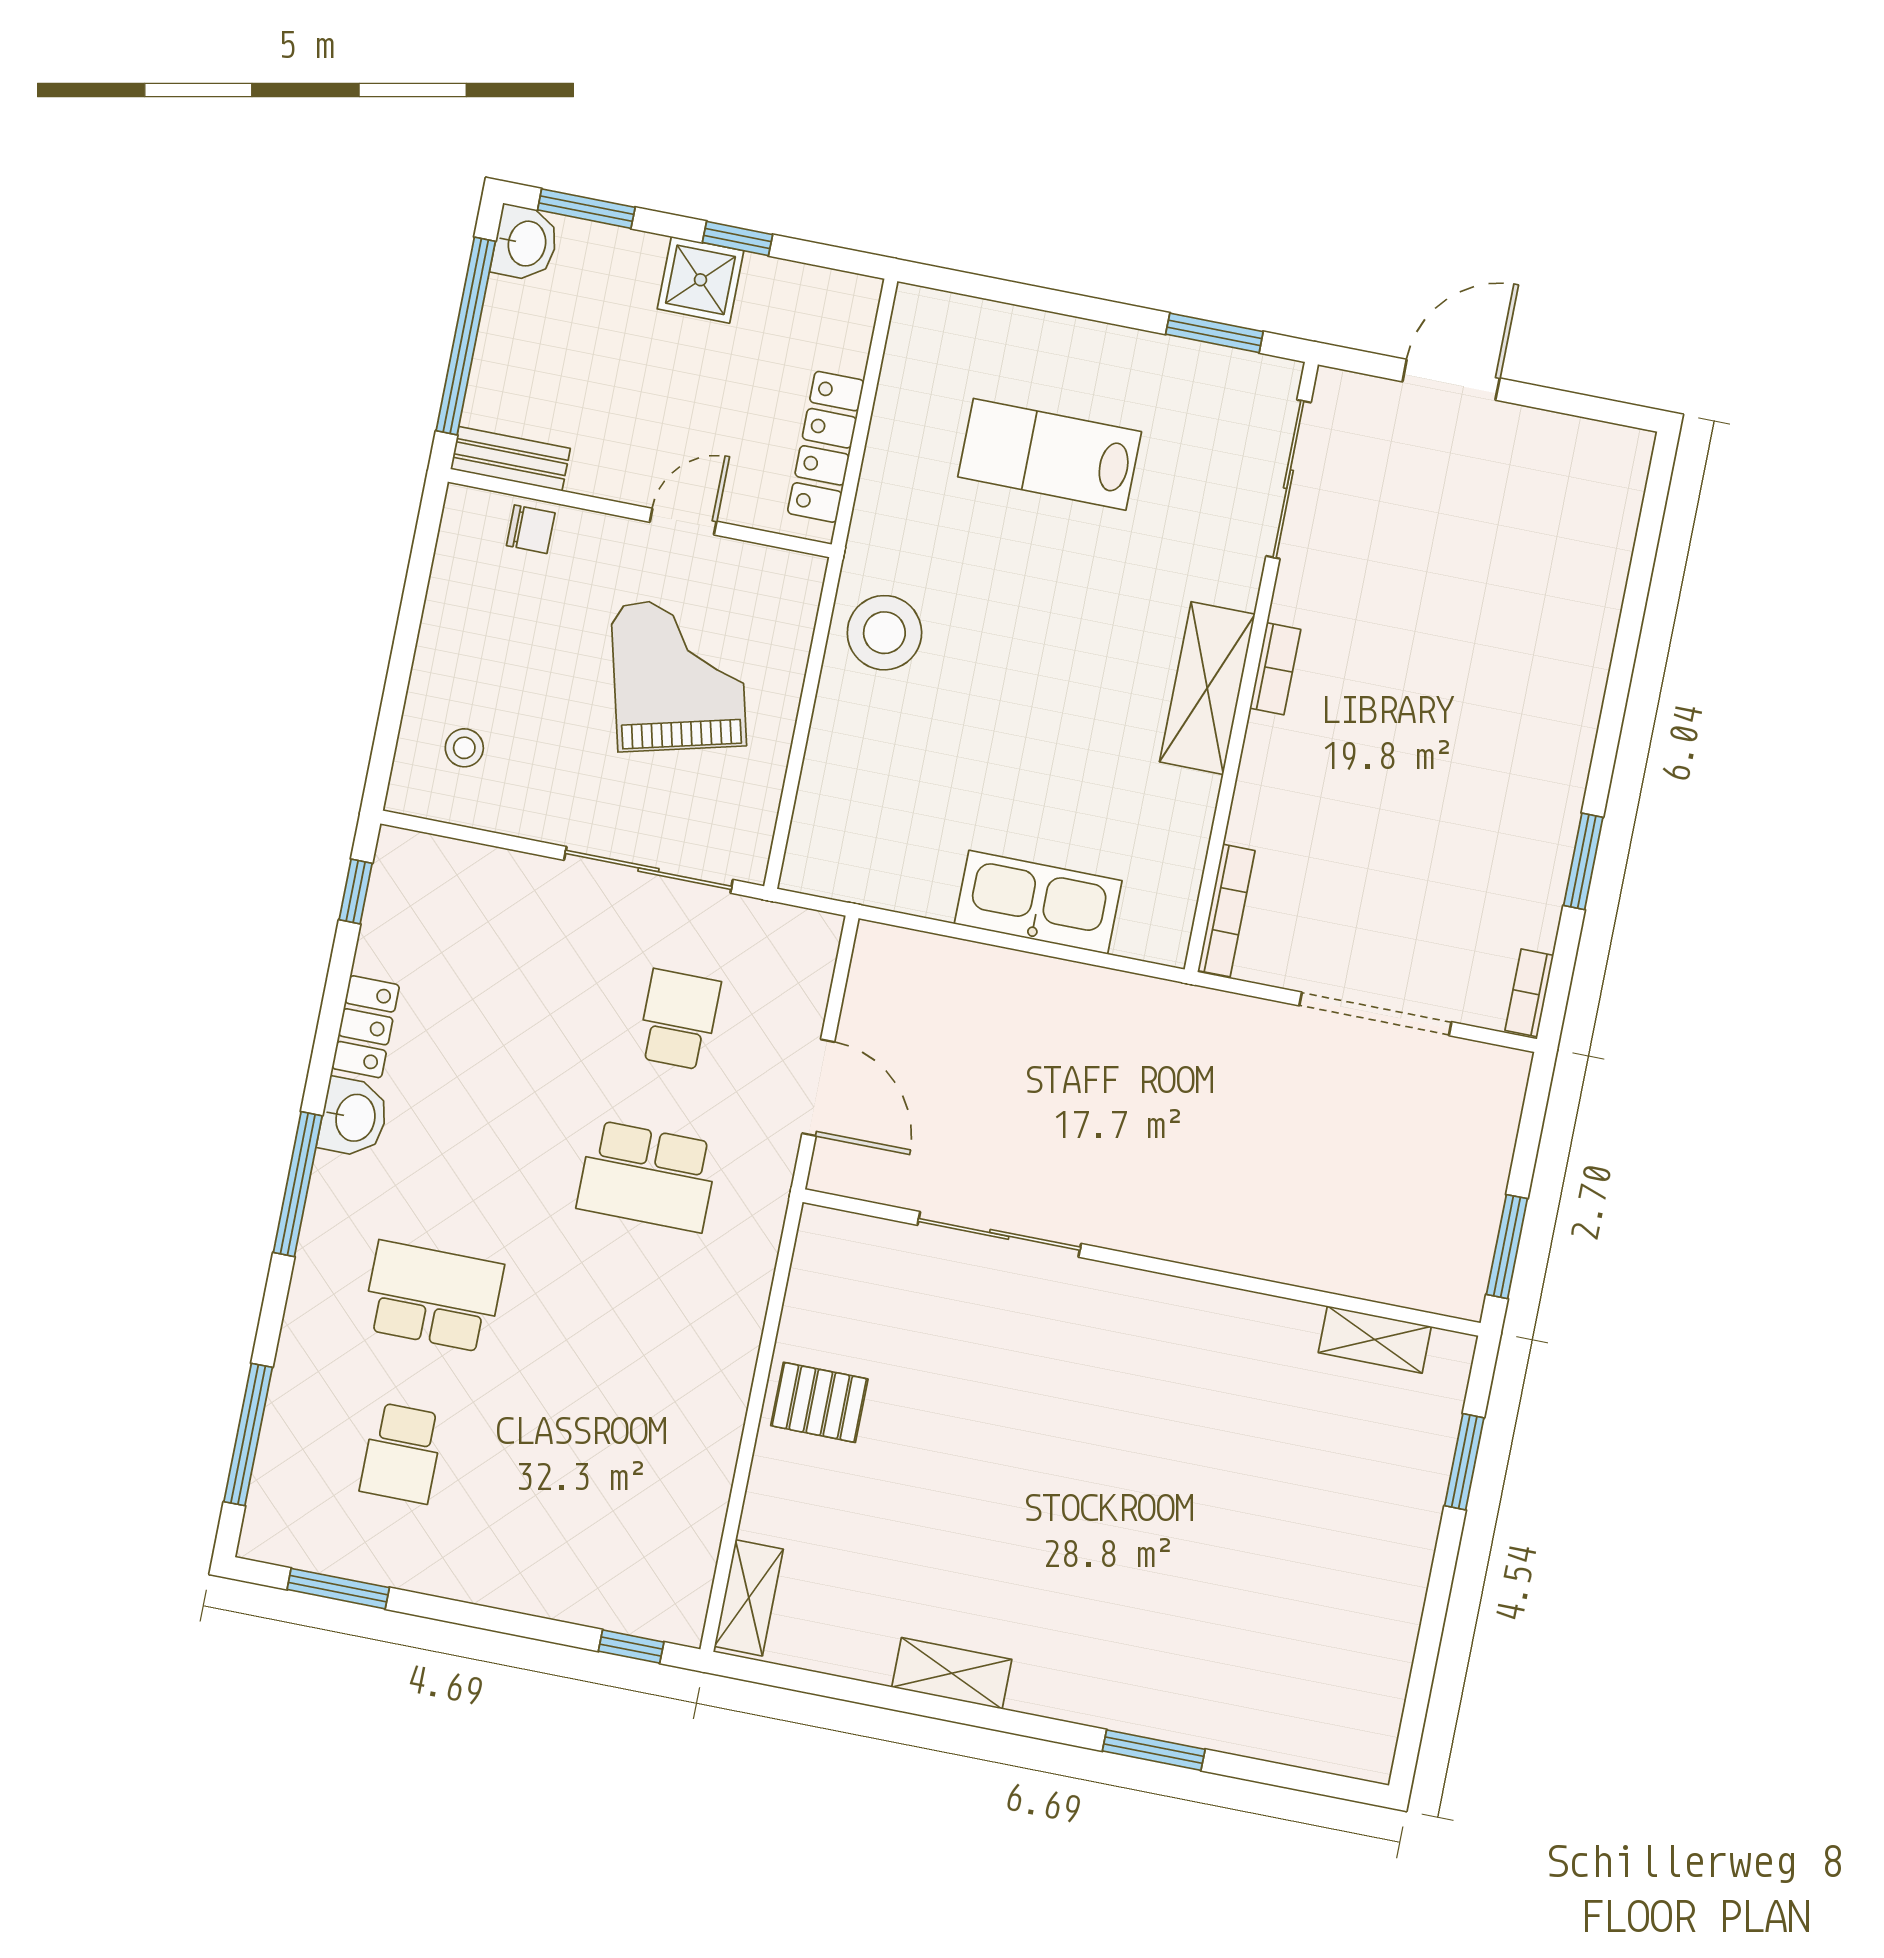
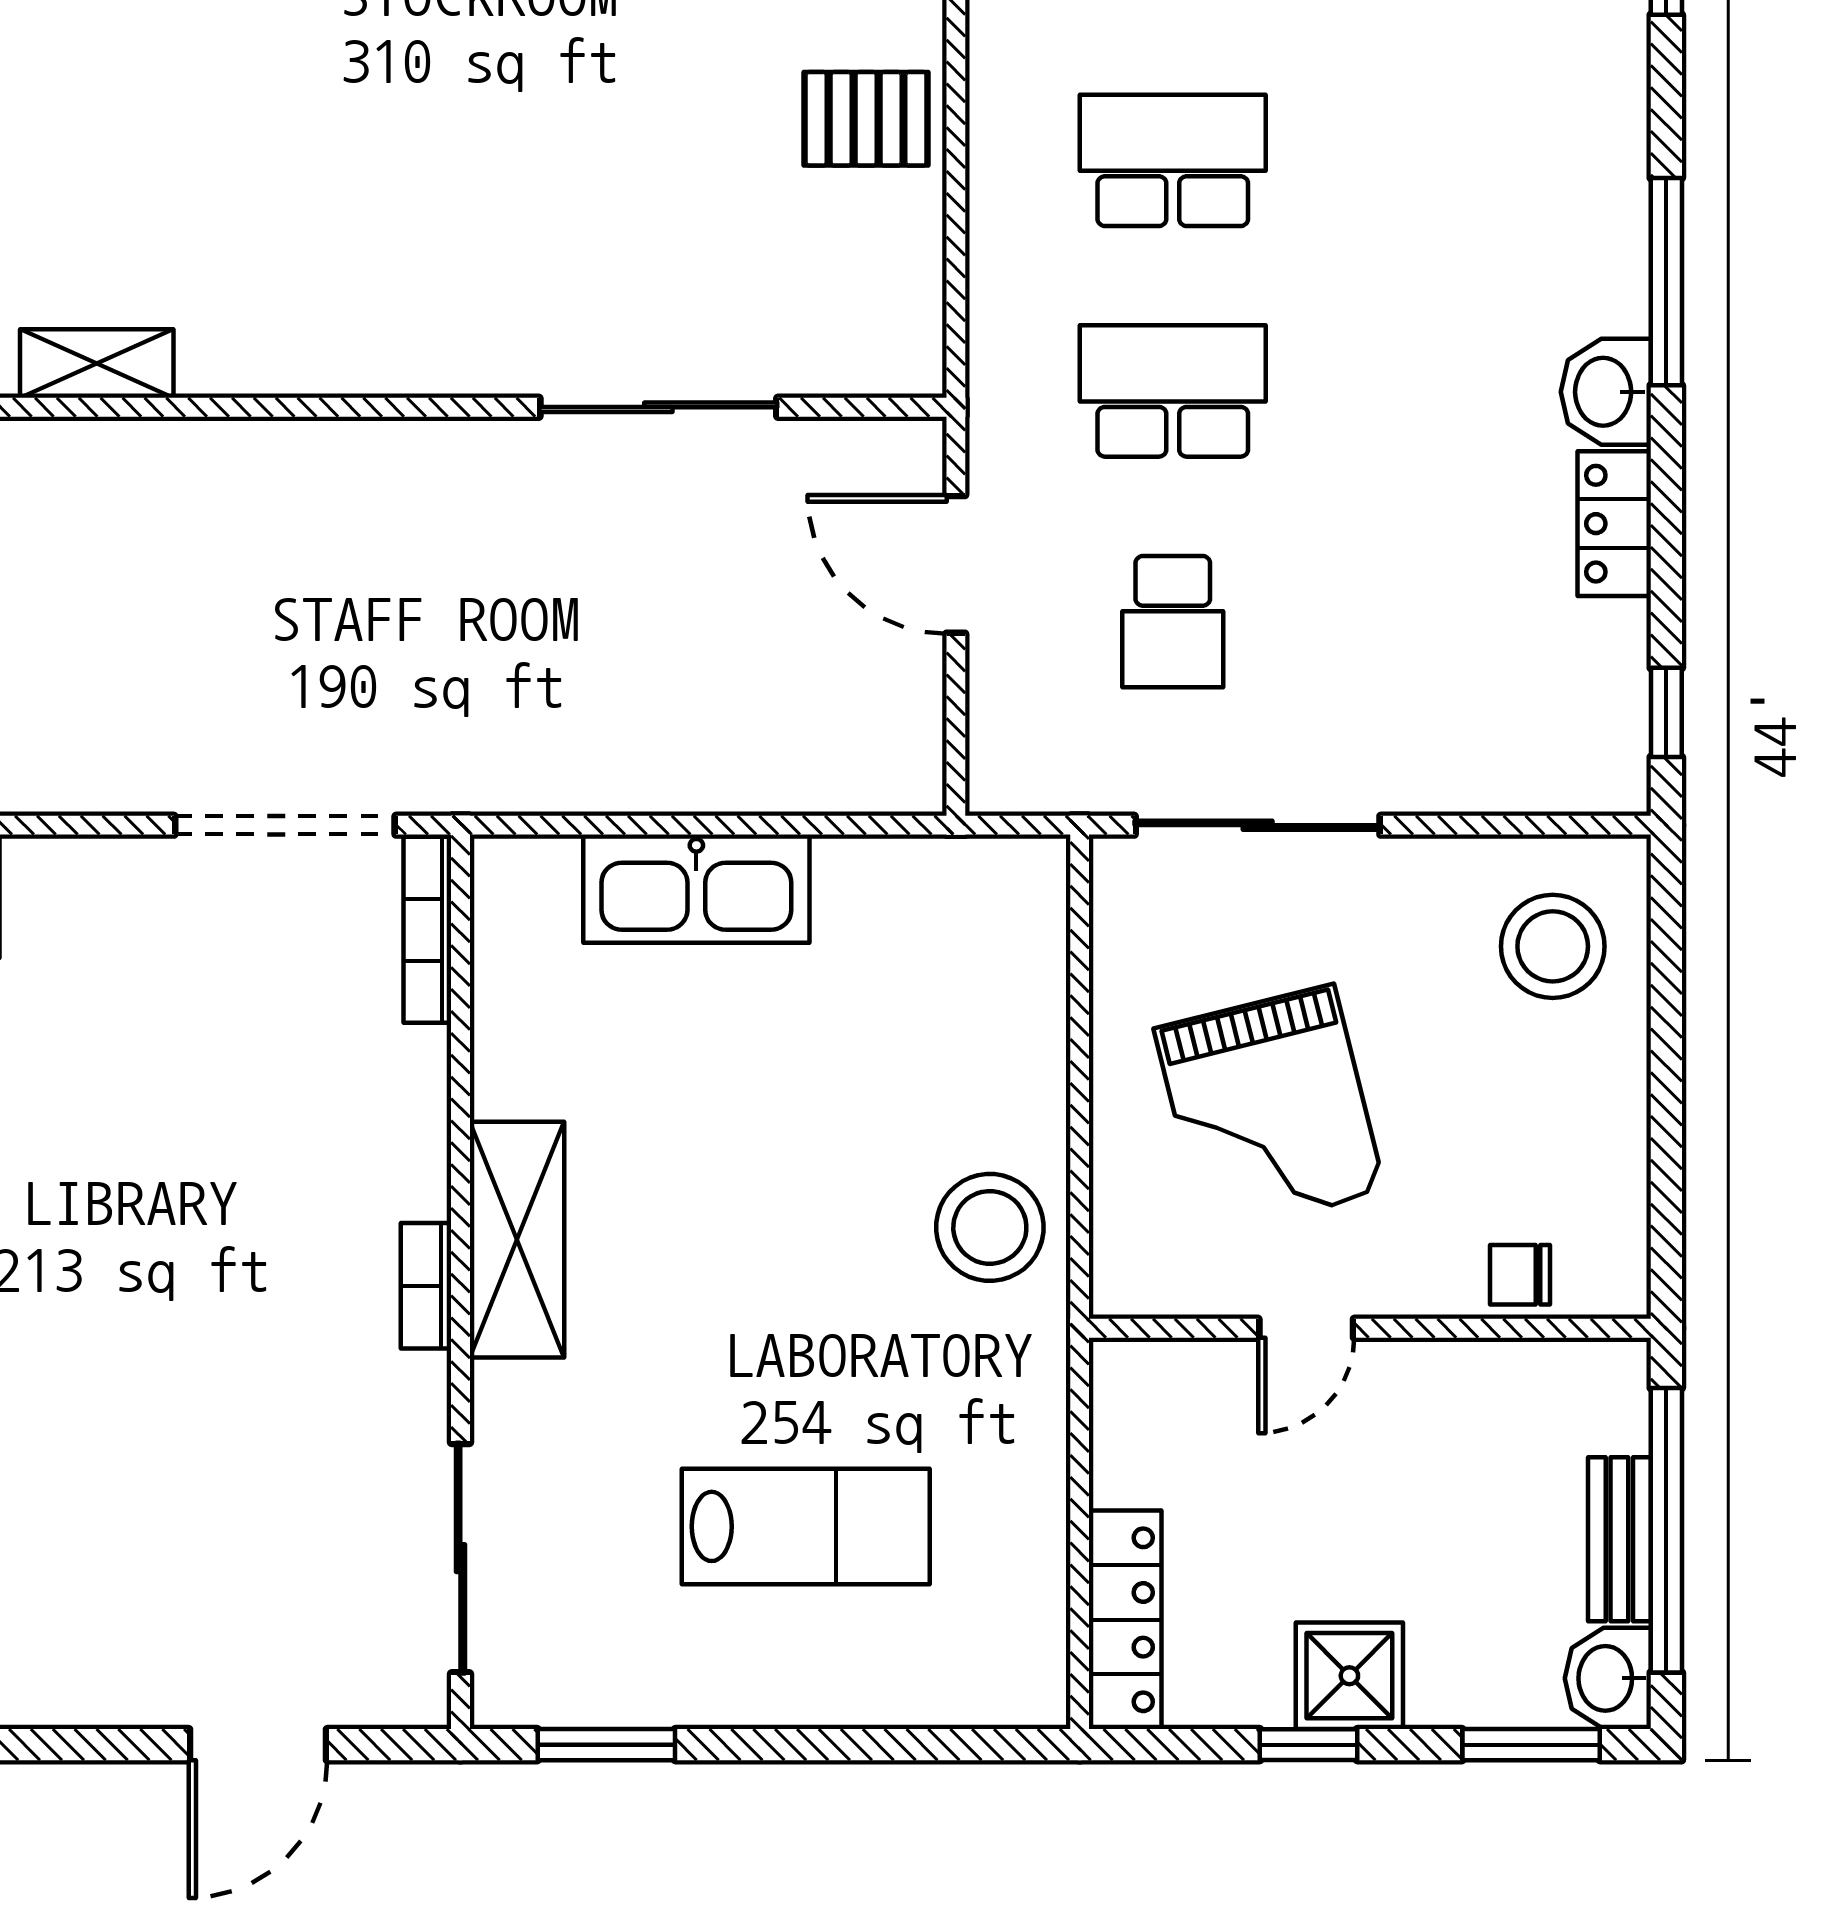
locker: (826, 447) -> (1125, 1620), moved
bench: (510, 459) -> (1619, 1539), moved, turned 90
stool: (464, 748) -> (1553, 946), width x1.89, depth x1.89
doorway: (1375, 1014) -> (285, 825), moved
school desk: (433, 1296) -> (1173, 160), moved, turned 180

